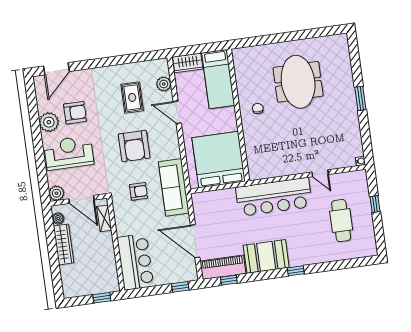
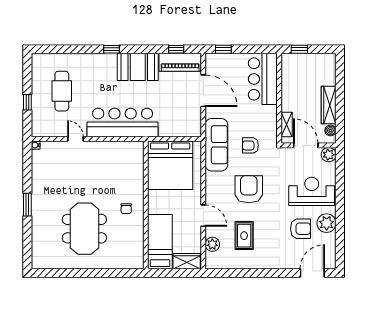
armchair: (75, 113) -> (300, 229), turned 180
reception desk: (69, 153) -> (312, 191), turned 180

